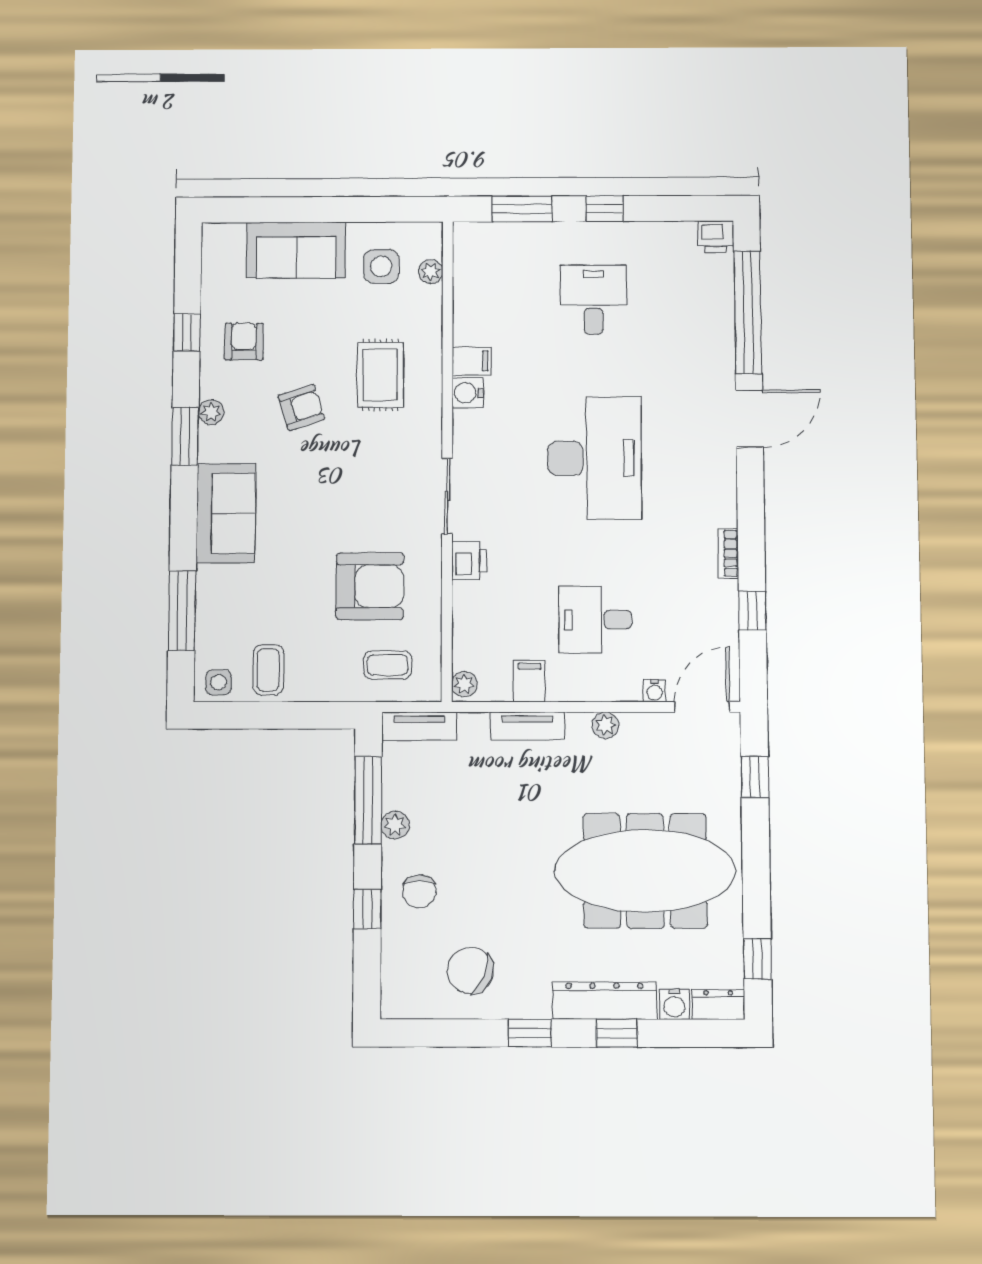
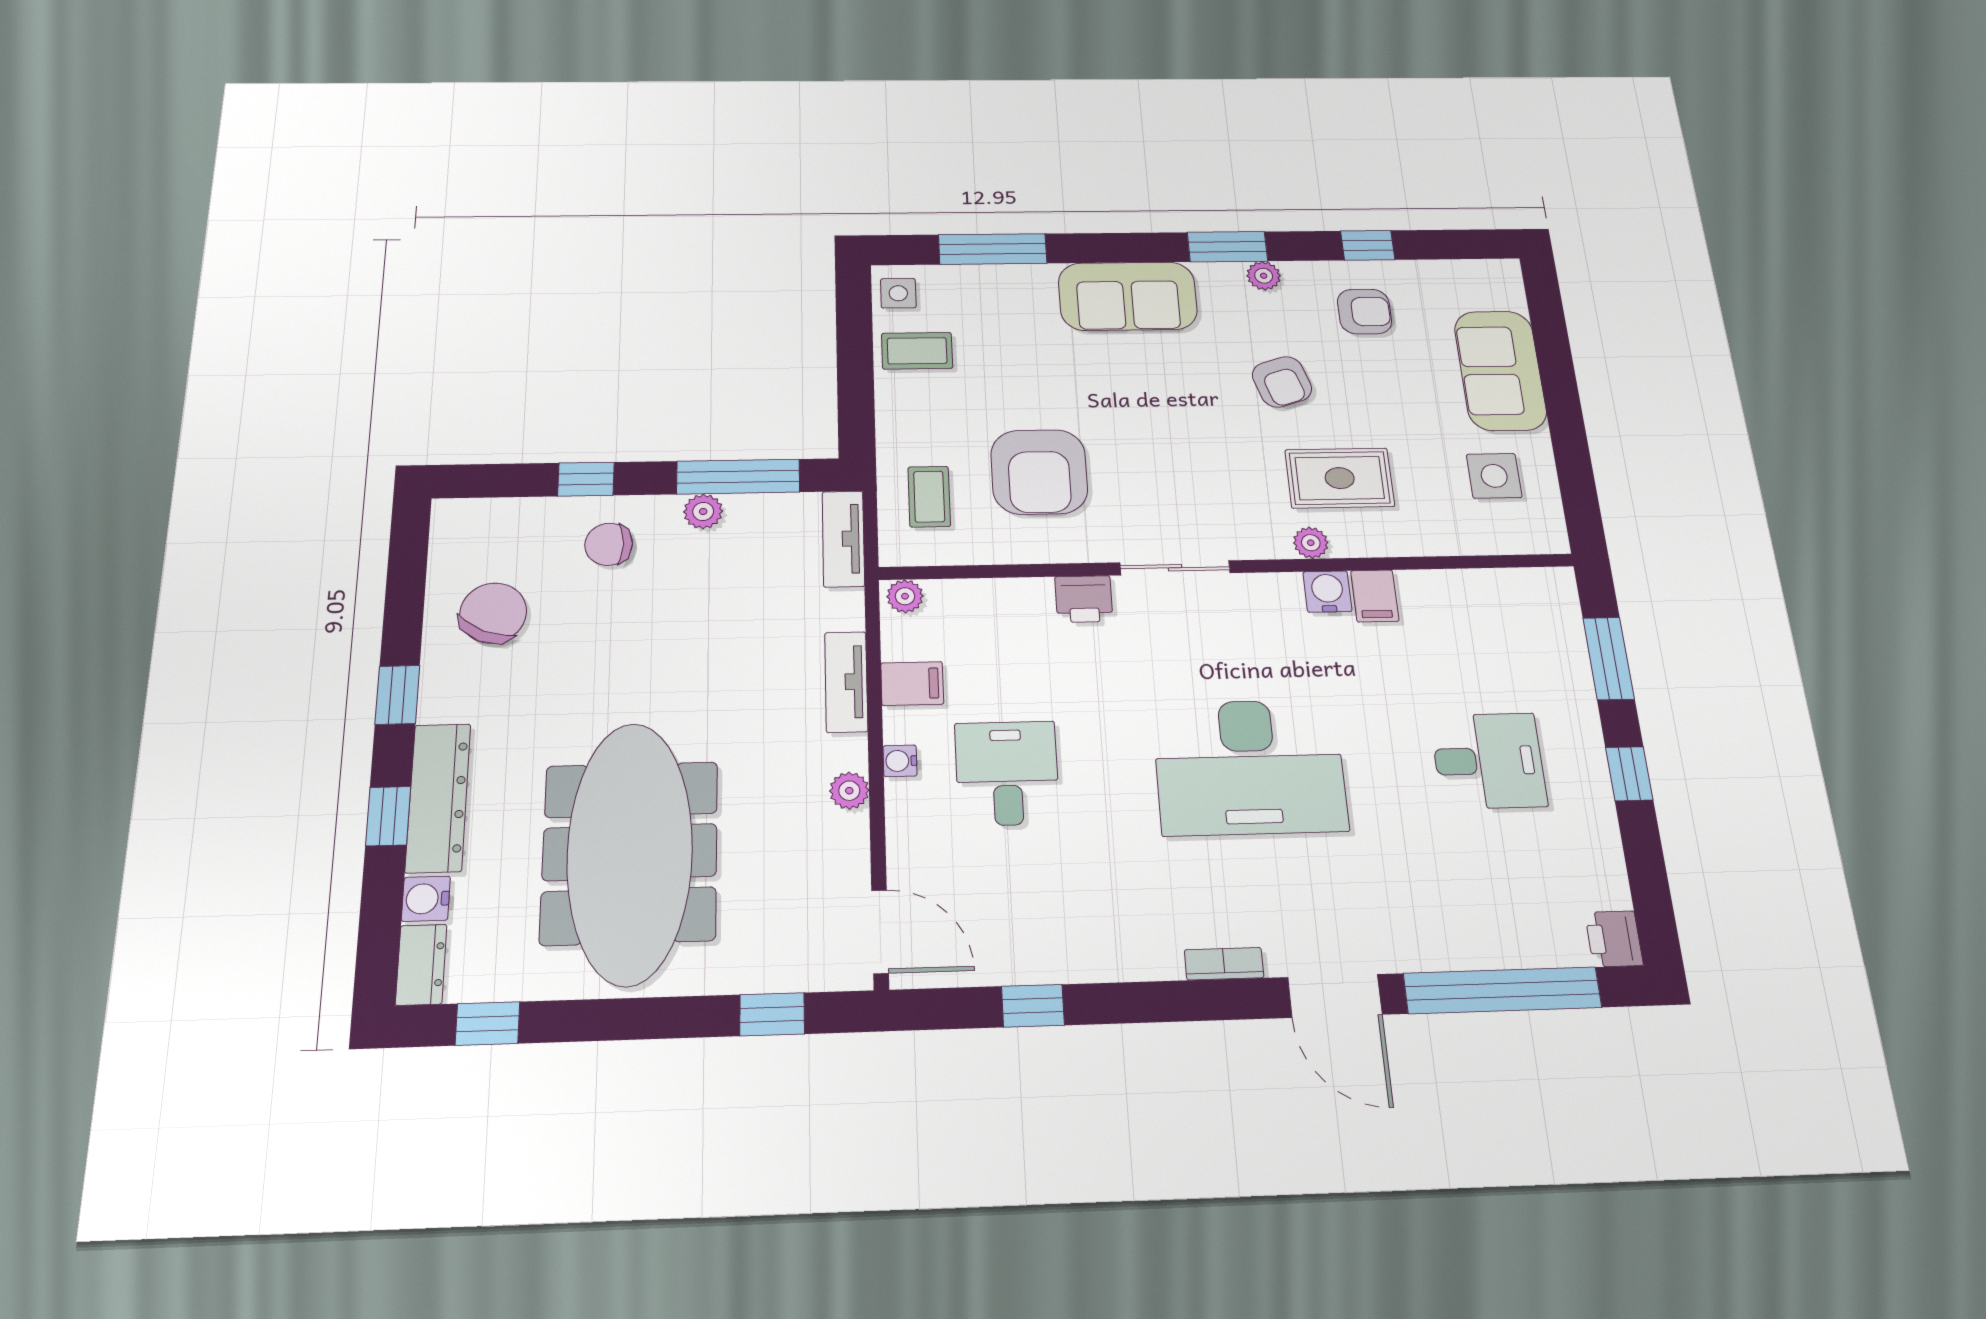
plant: (431, 272) -> (1311, 543), moved
bookcase: (728, 553) -> (1224, 964), moved
water cooler: (654, 691) -> (900, 761), moved

